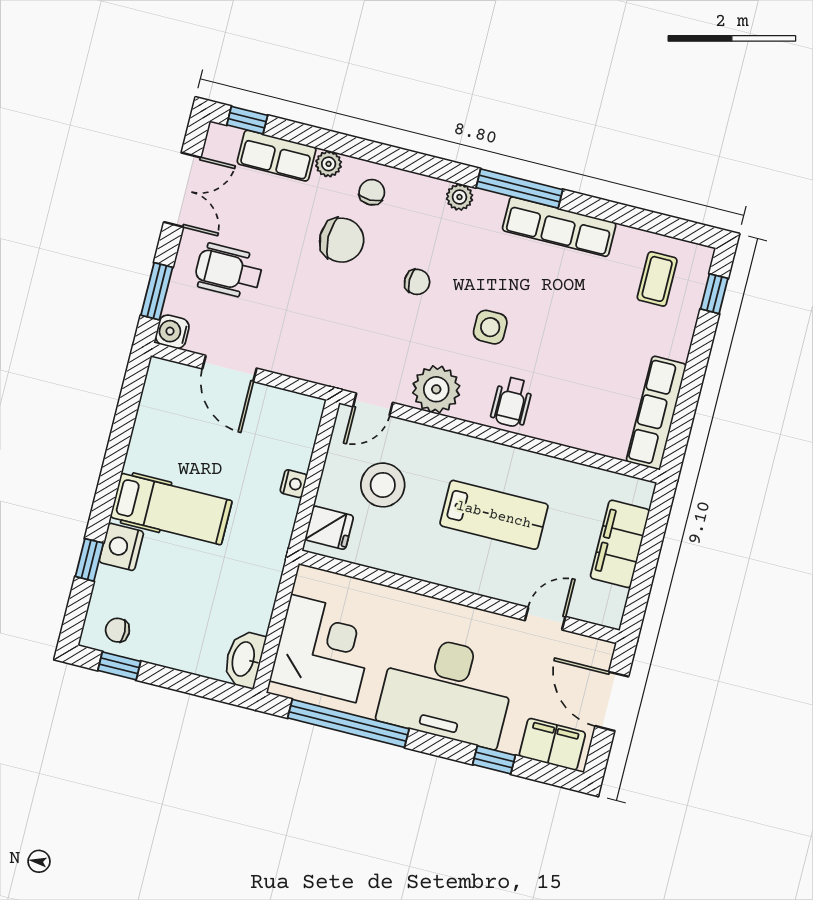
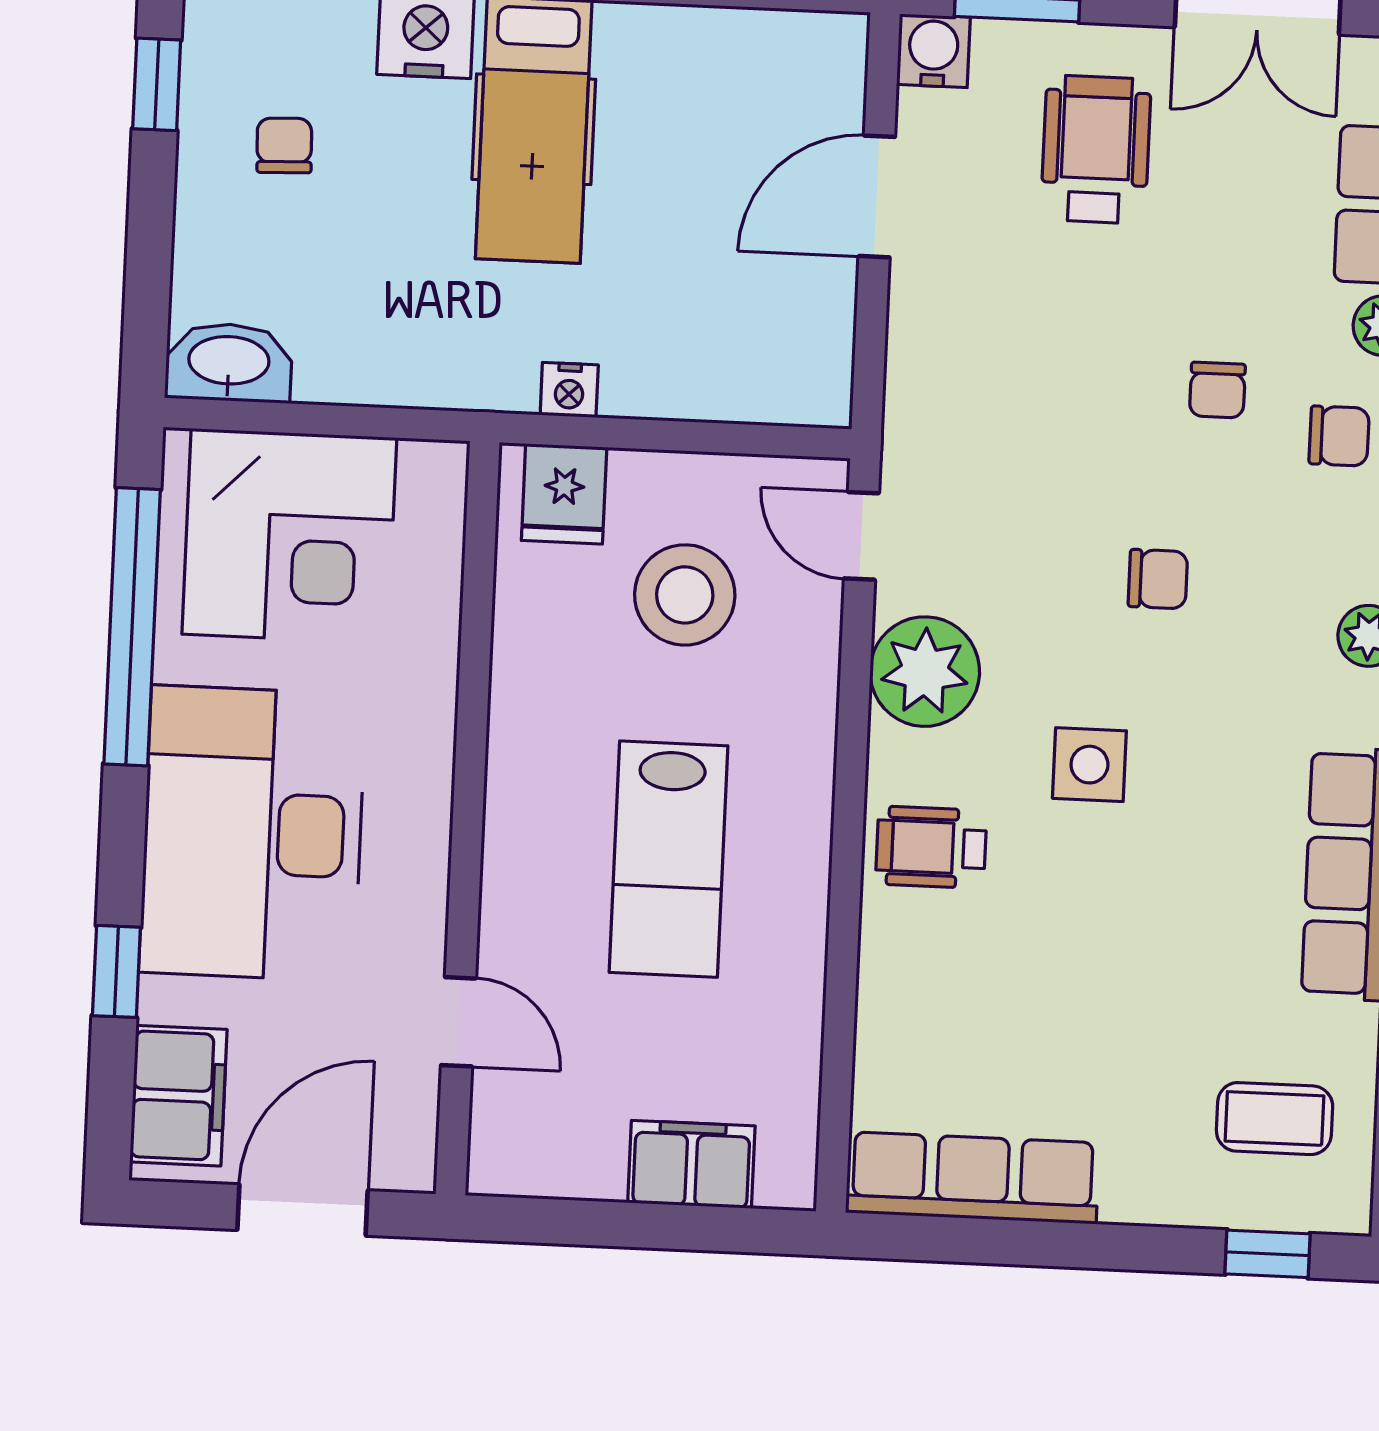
chair: (342, 240) -> (1217, 390), width x0.54, depth x0.54
chair: (417, 282) -> (1158, 579), turned -90
nightstand: (294, 484) -> (569, 390), moved
filing cabinet: (620, 544) -> (691, 1164), width x0.67, depth x0.86
chair: (117, 630) -> (284, 145), moved

